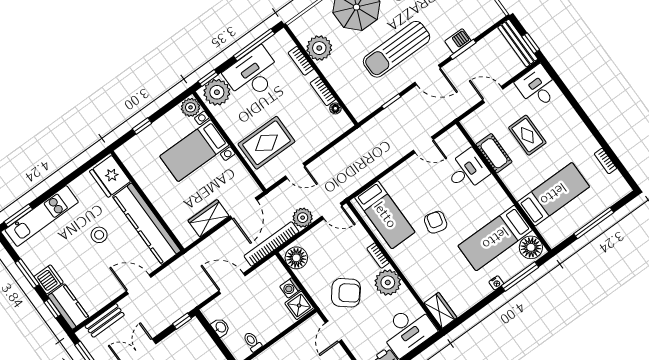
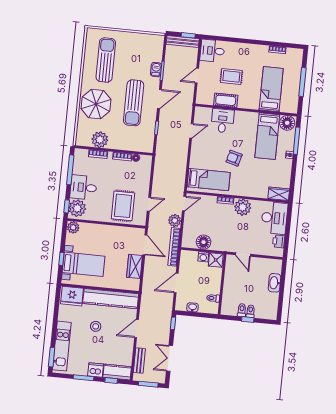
desk: (253, 74) -> (83, 187), width x0.73
bed with nightstands: (194, 151) -> (84, 264), moved, turned -90
floor lamp: (296, 258) -> (204, 242), moved
armchair: (346, 293) -> (230, 232), removed

